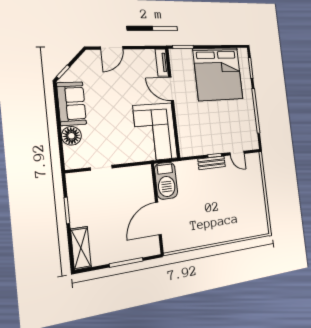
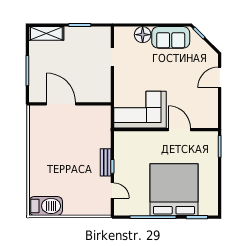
door: (112, 48) -> (220, 77), hinge flipped
tv unit: (162, 63) -> (205, 123), removed
bed: (218, 74) -> (174, 190), moved, turned 90
door: (171, 89) -> (179, 130), hinge flipped
door: (237, 153) -> (112, 191), swing flipped
barbecue: (166, 181) -> (46, 206), moved, turned 180

